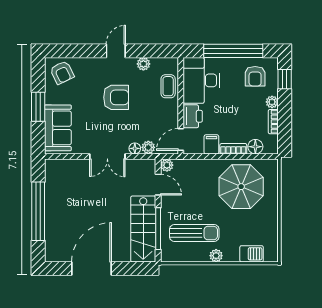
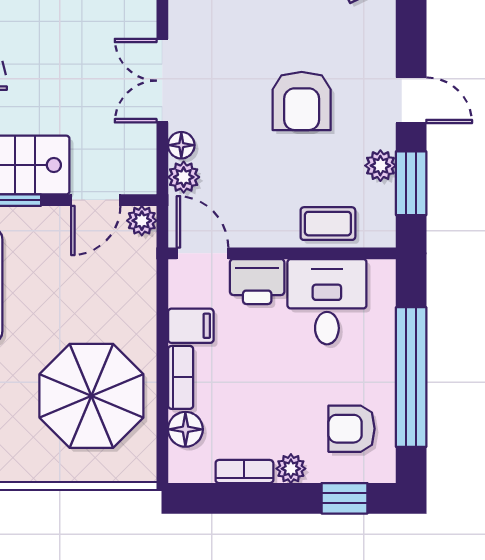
window: (151, 51) -> (411, 183), added
desk: (201, 80) -> (327, 302), width x0.73

